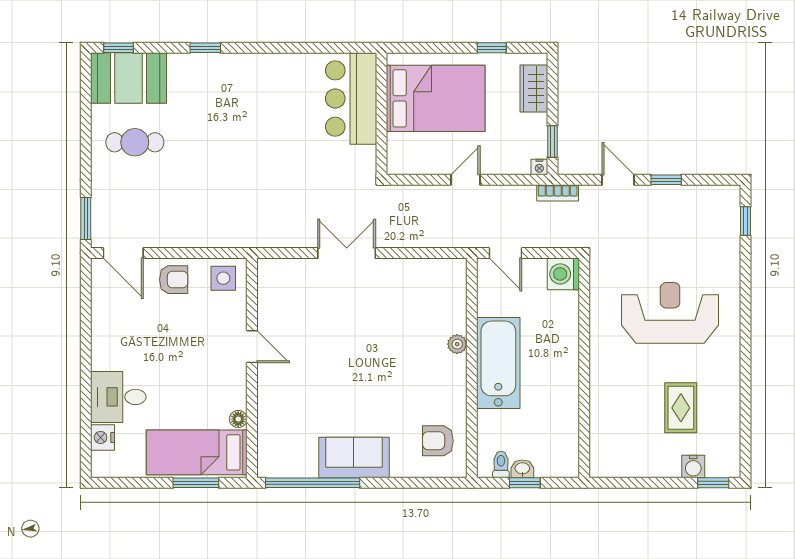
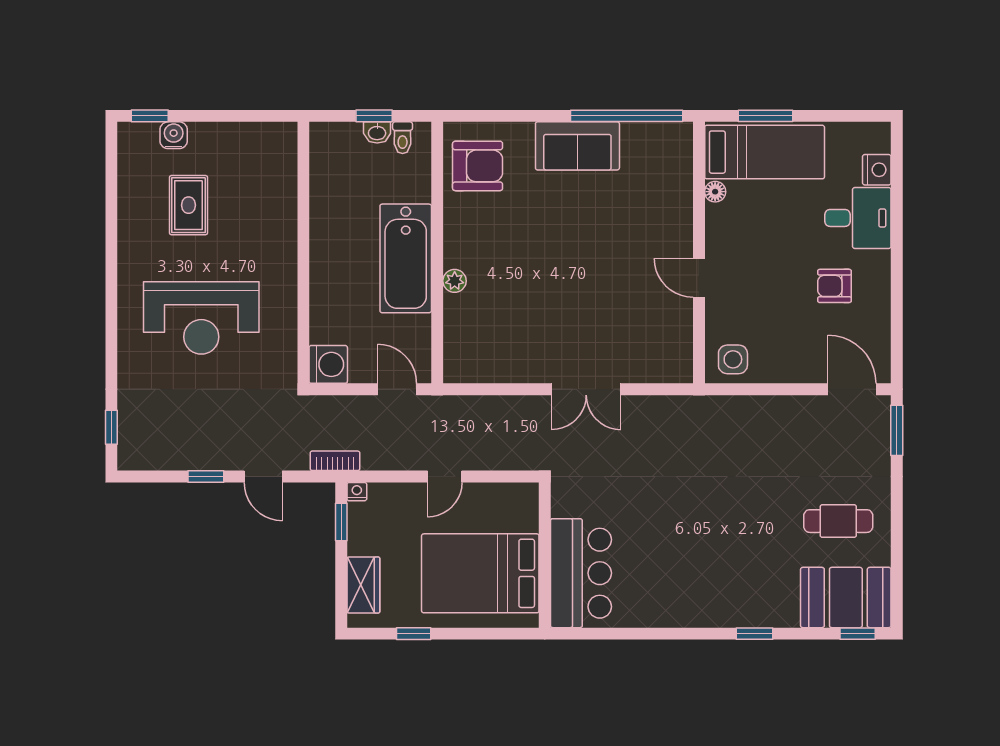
armchair: (174, 280) -> (834, 286), moved
armchair: (438, 441) -> (478, 166), width x1.38, depth x1.38

